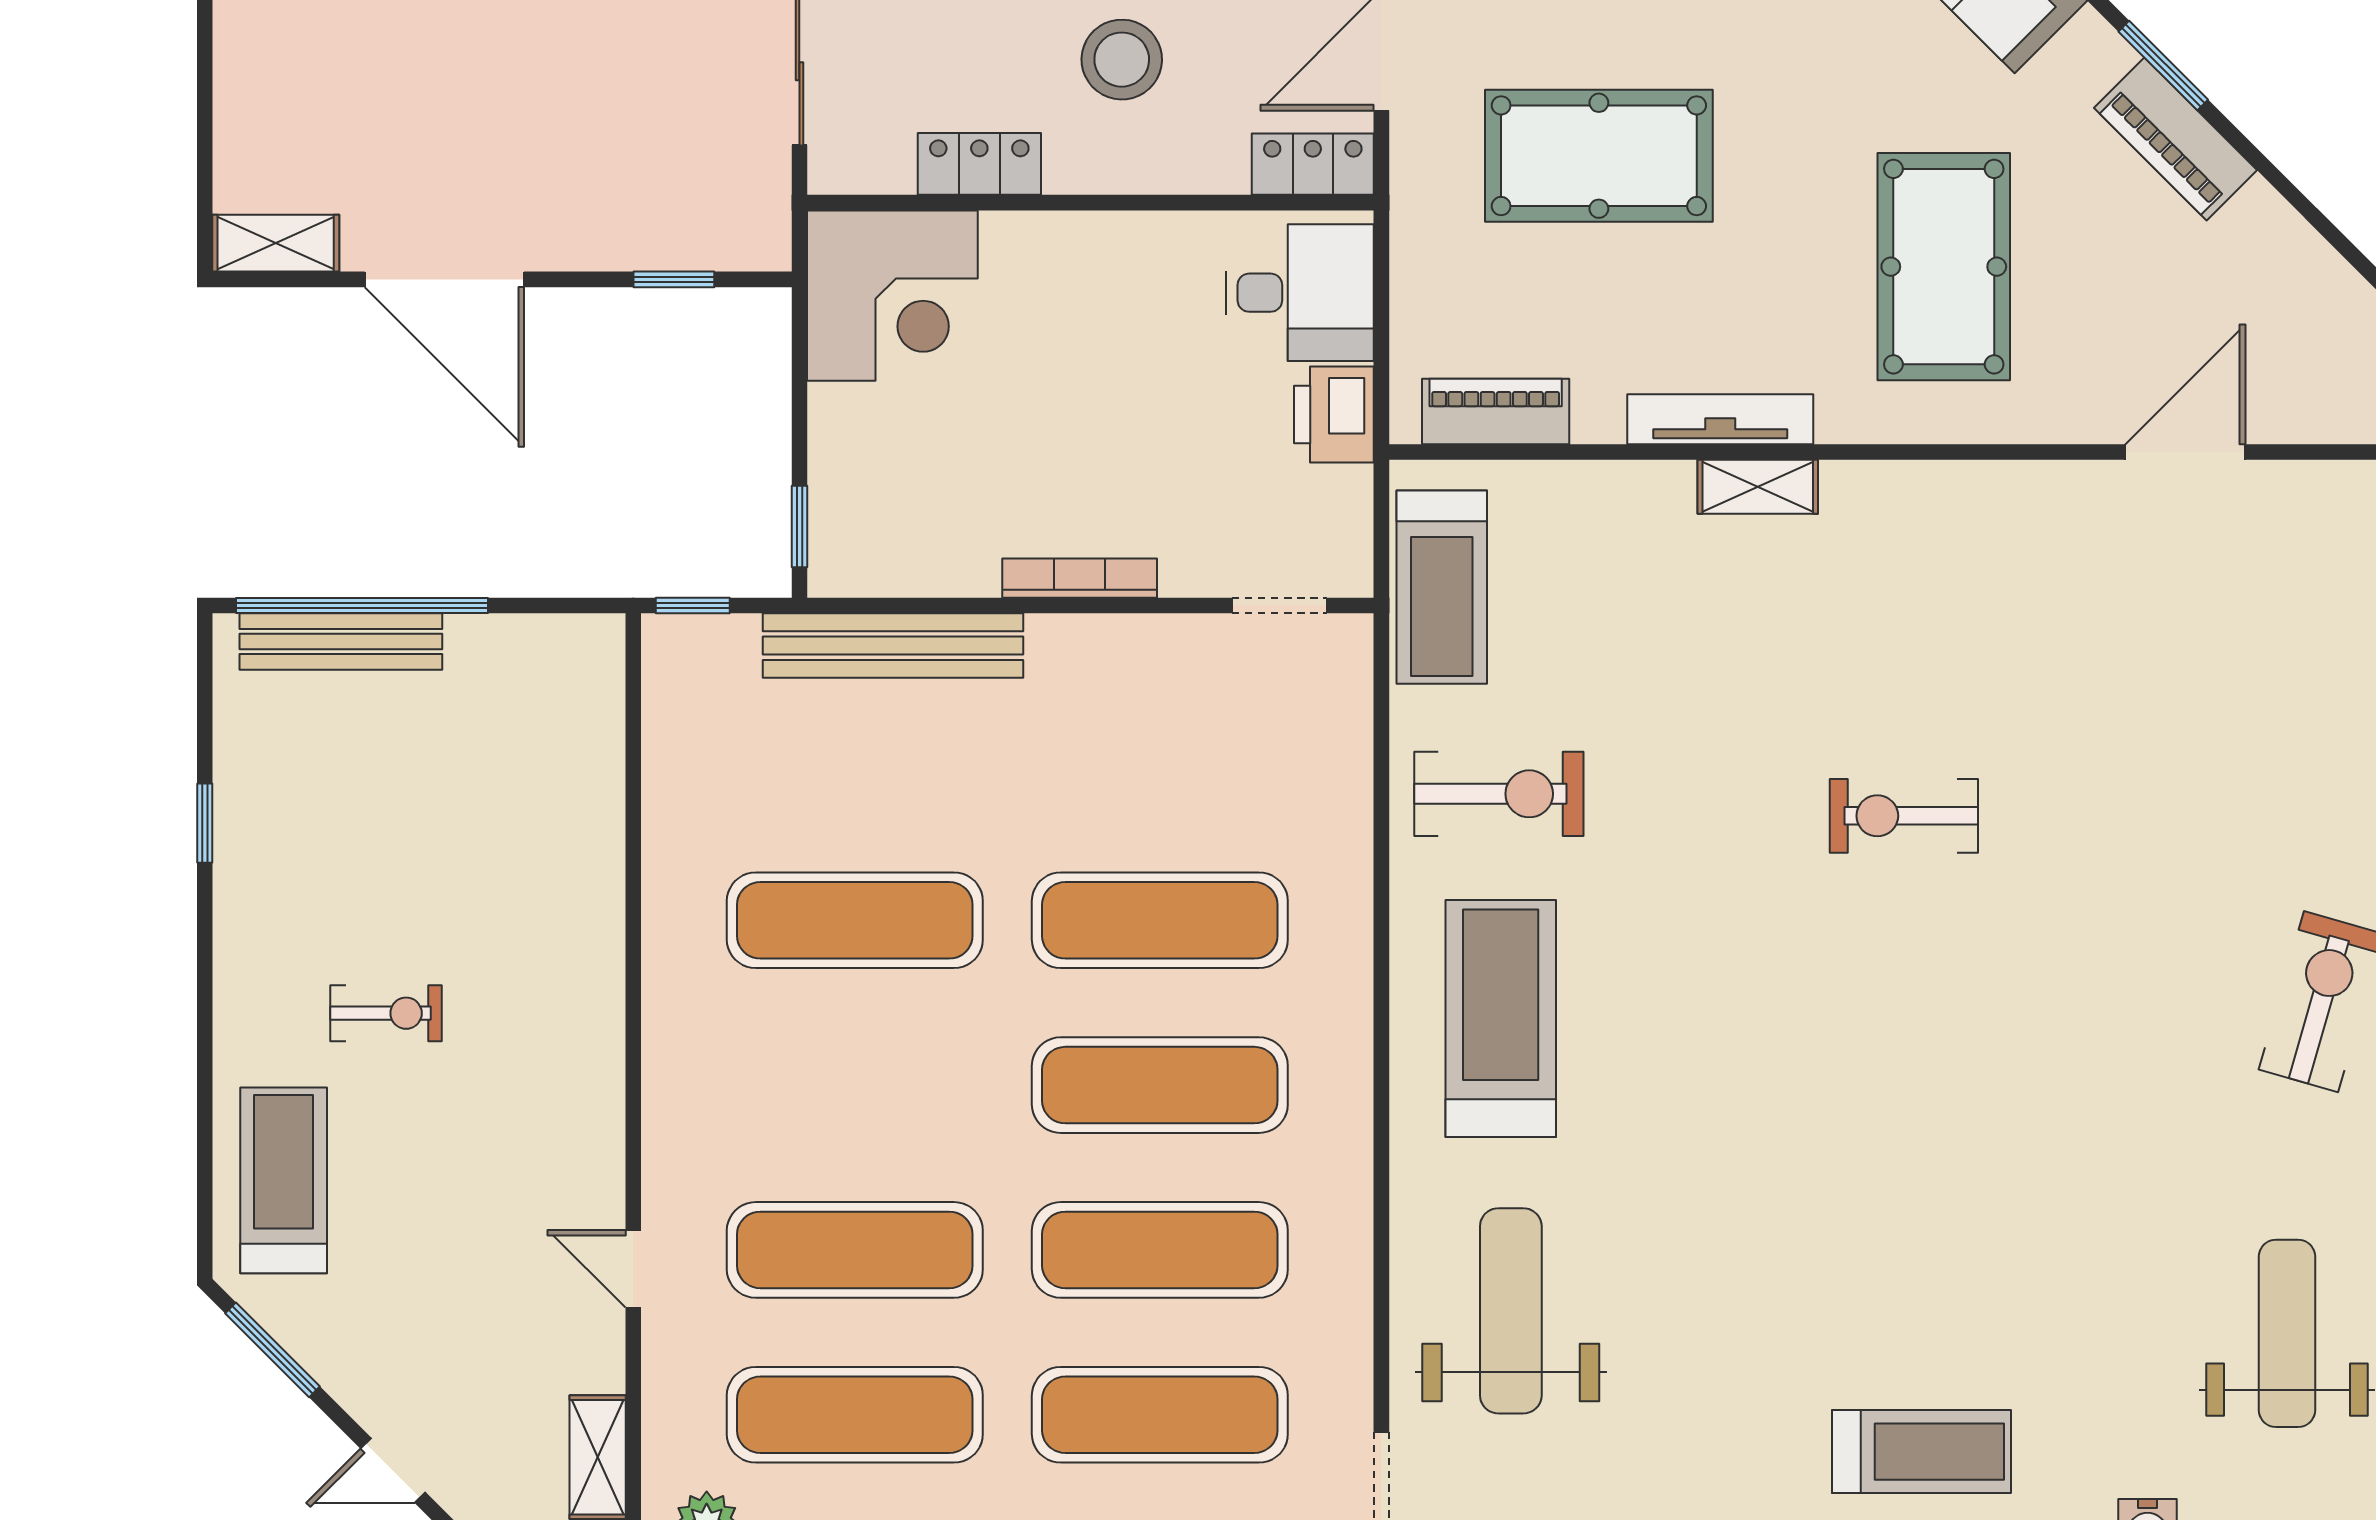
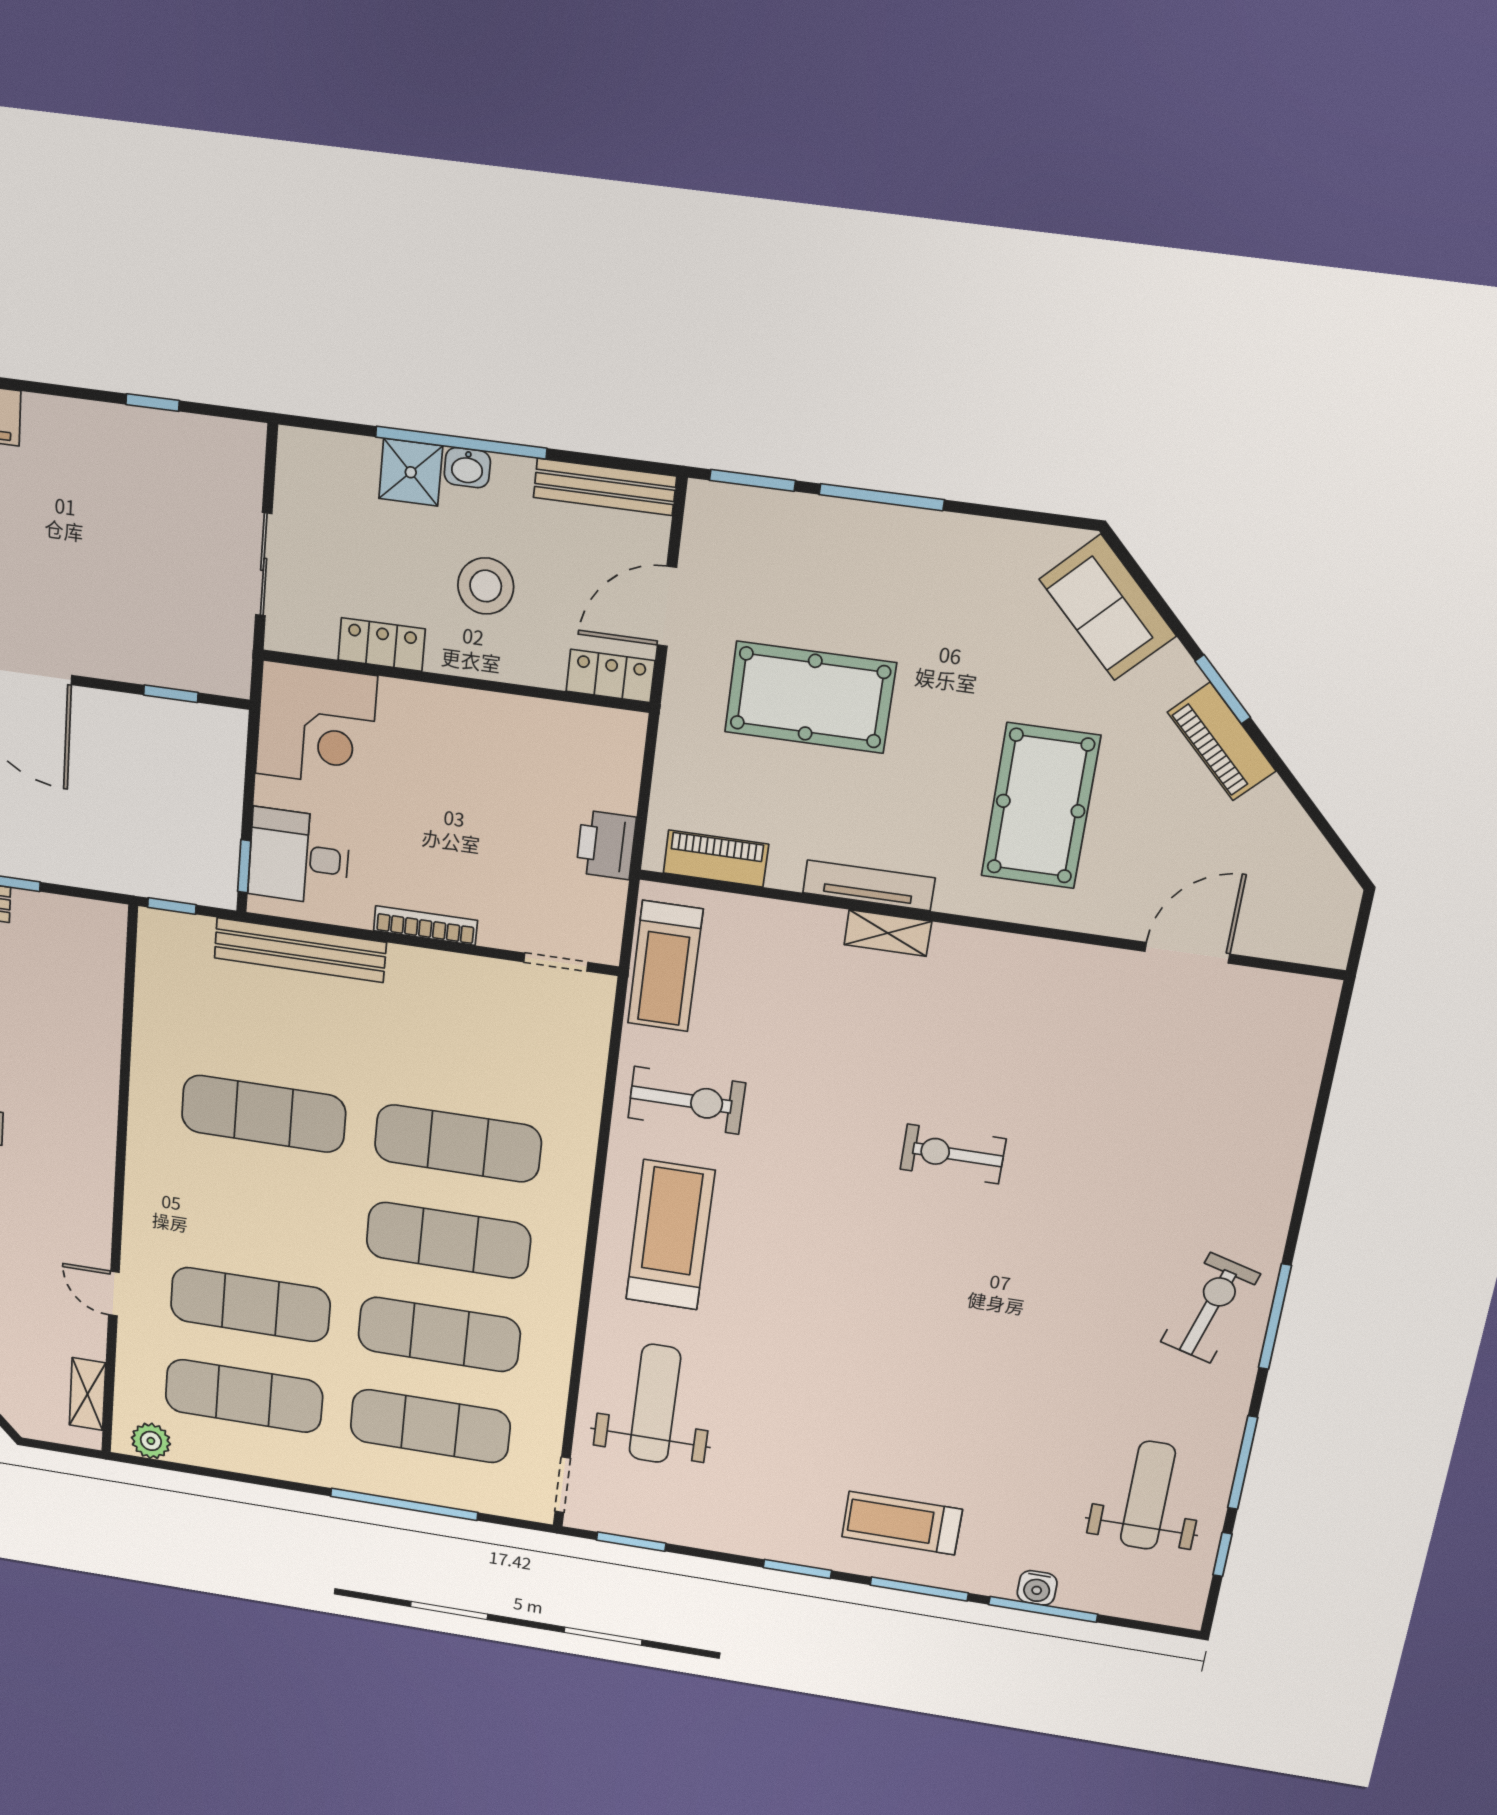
desk: (1300, 293) -> (299, 857), moved, turned 180
treadmill: (1922, 1452) -> (902, 1523), turned 180

